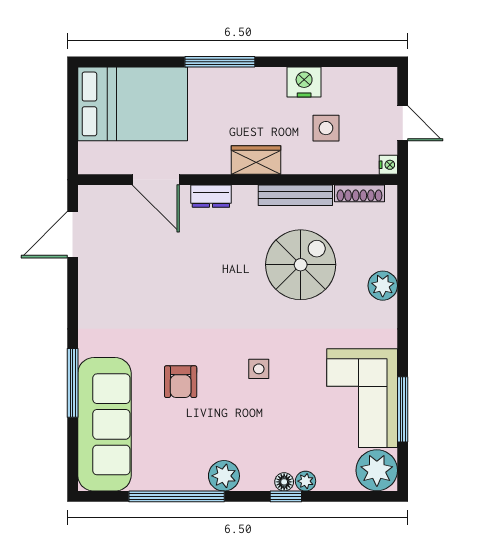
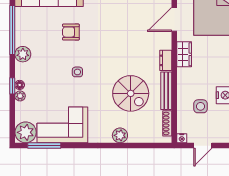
wardrobe: (256, 160) -> (184, 54), moved
dresser: (211, 196) -> (166, 60), moved
window: (403, 409) -> (44, 146), moved

